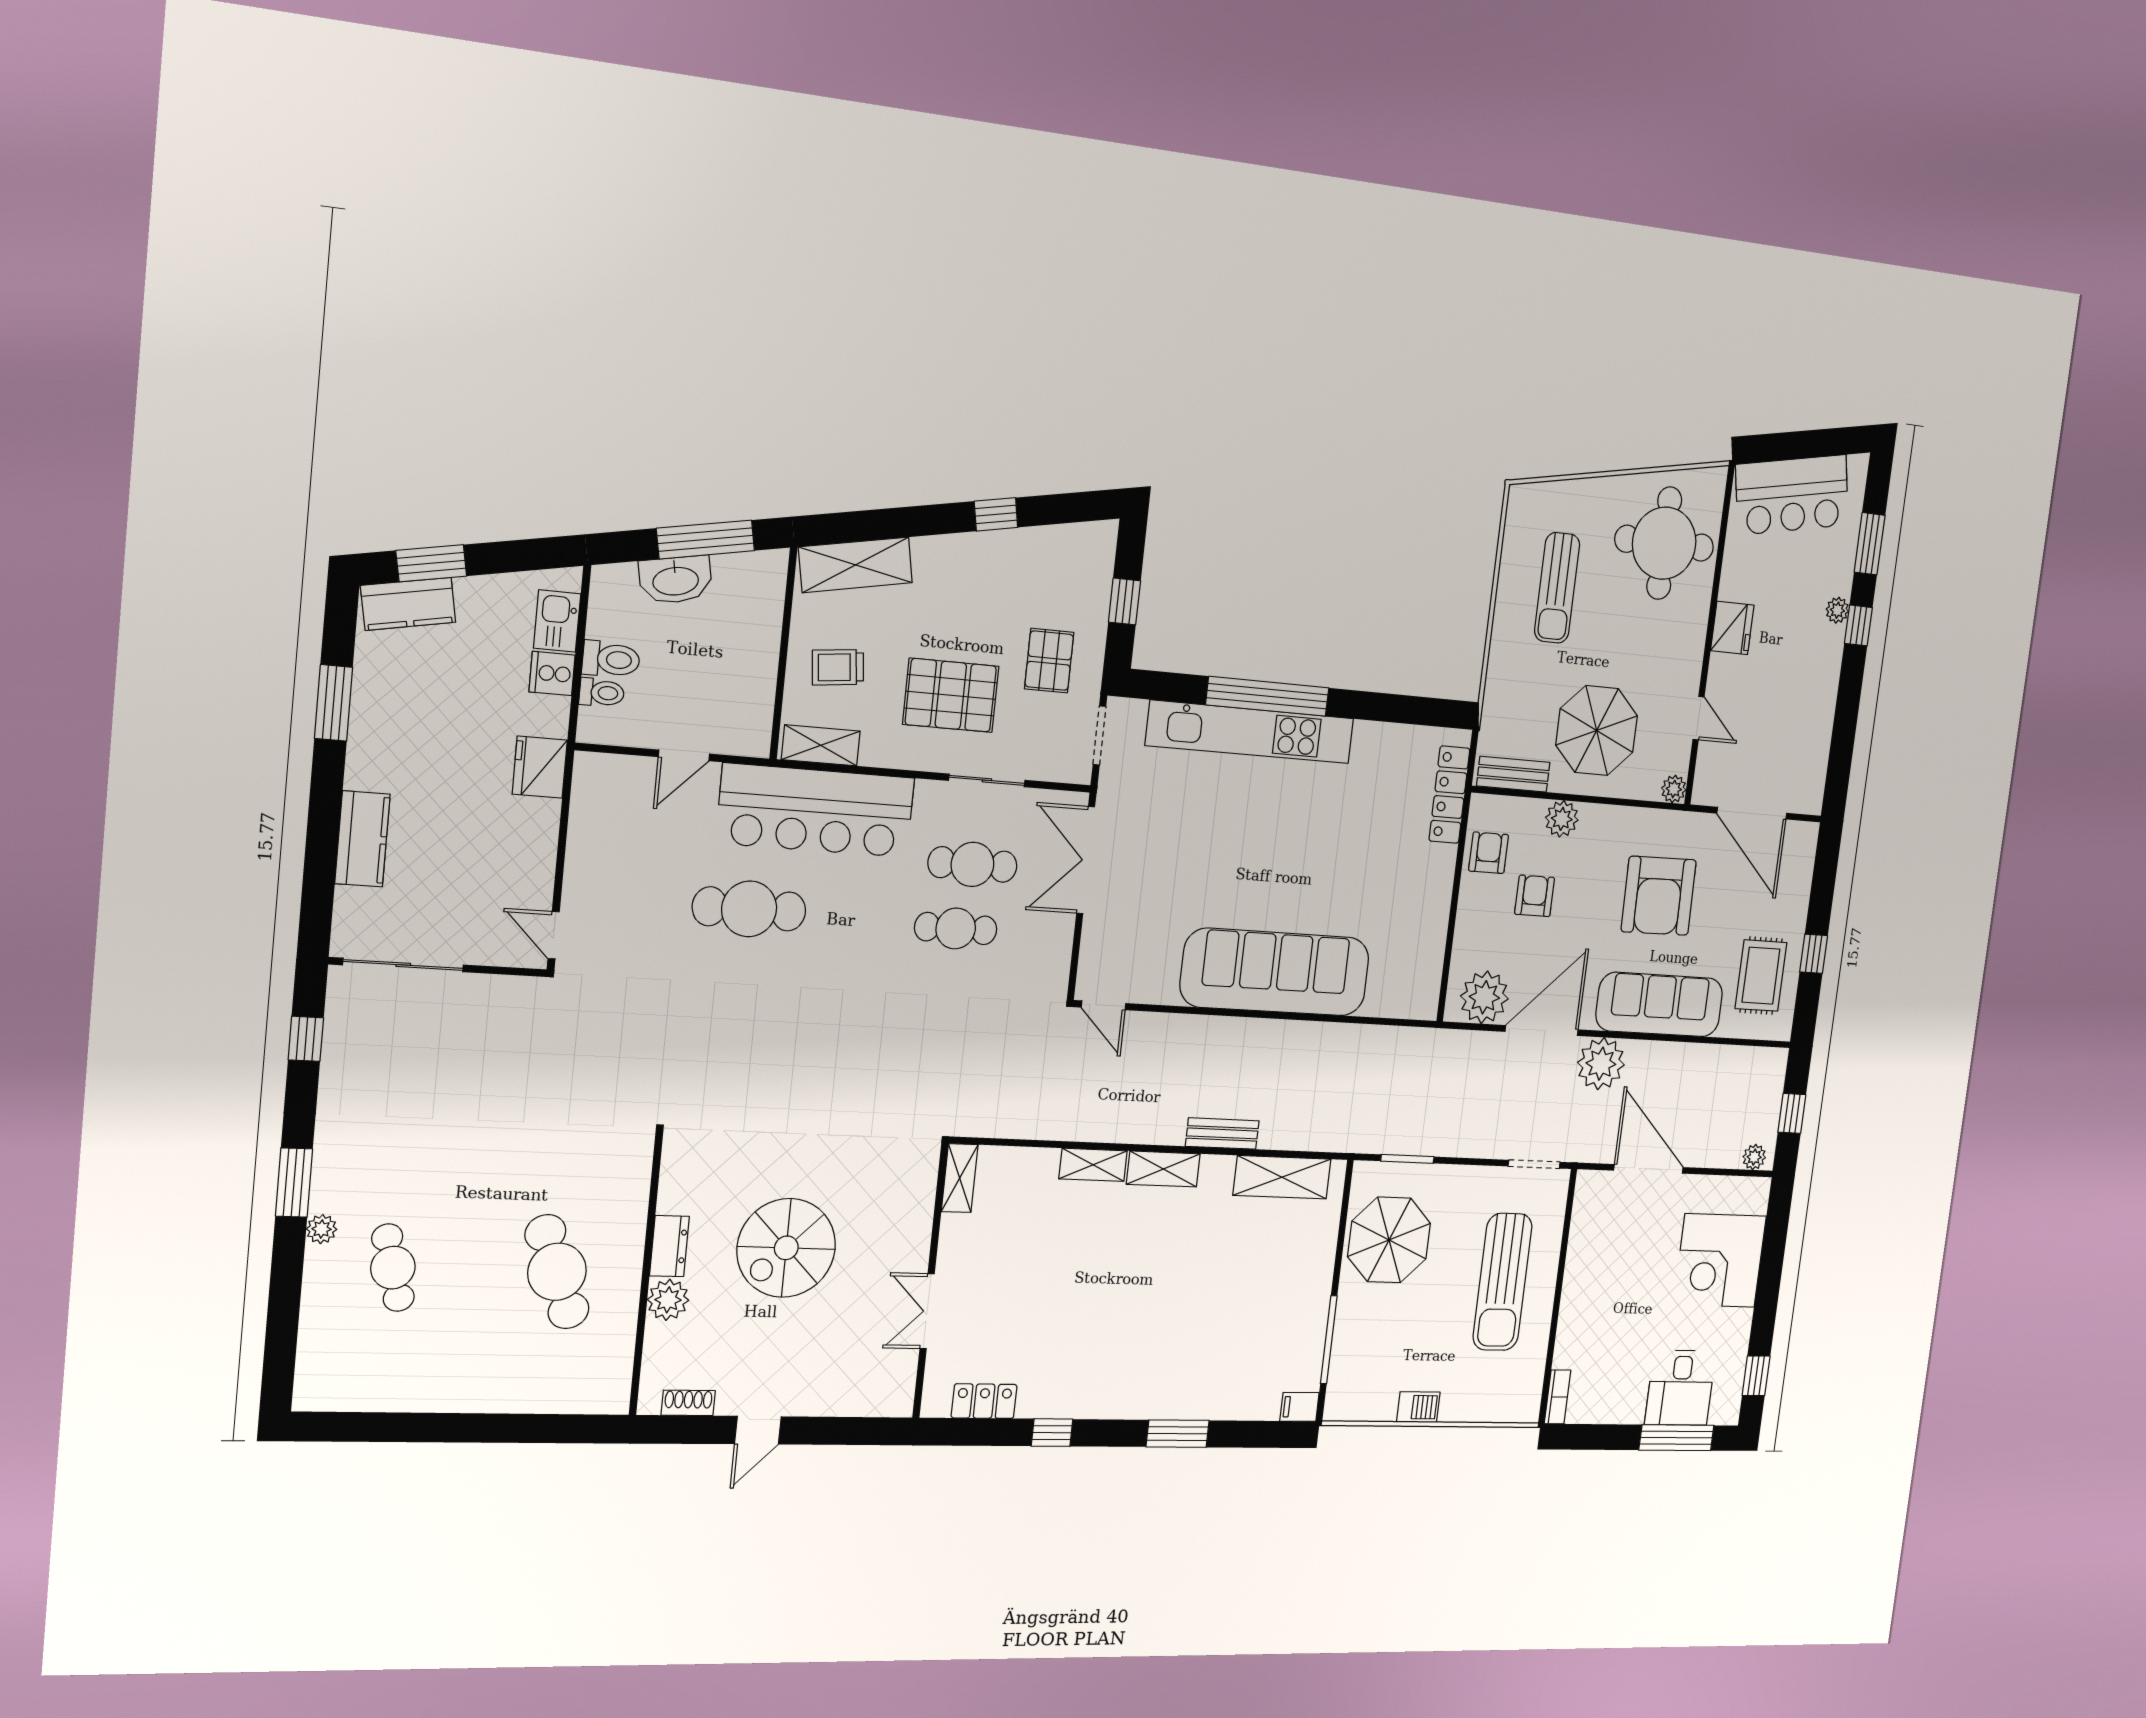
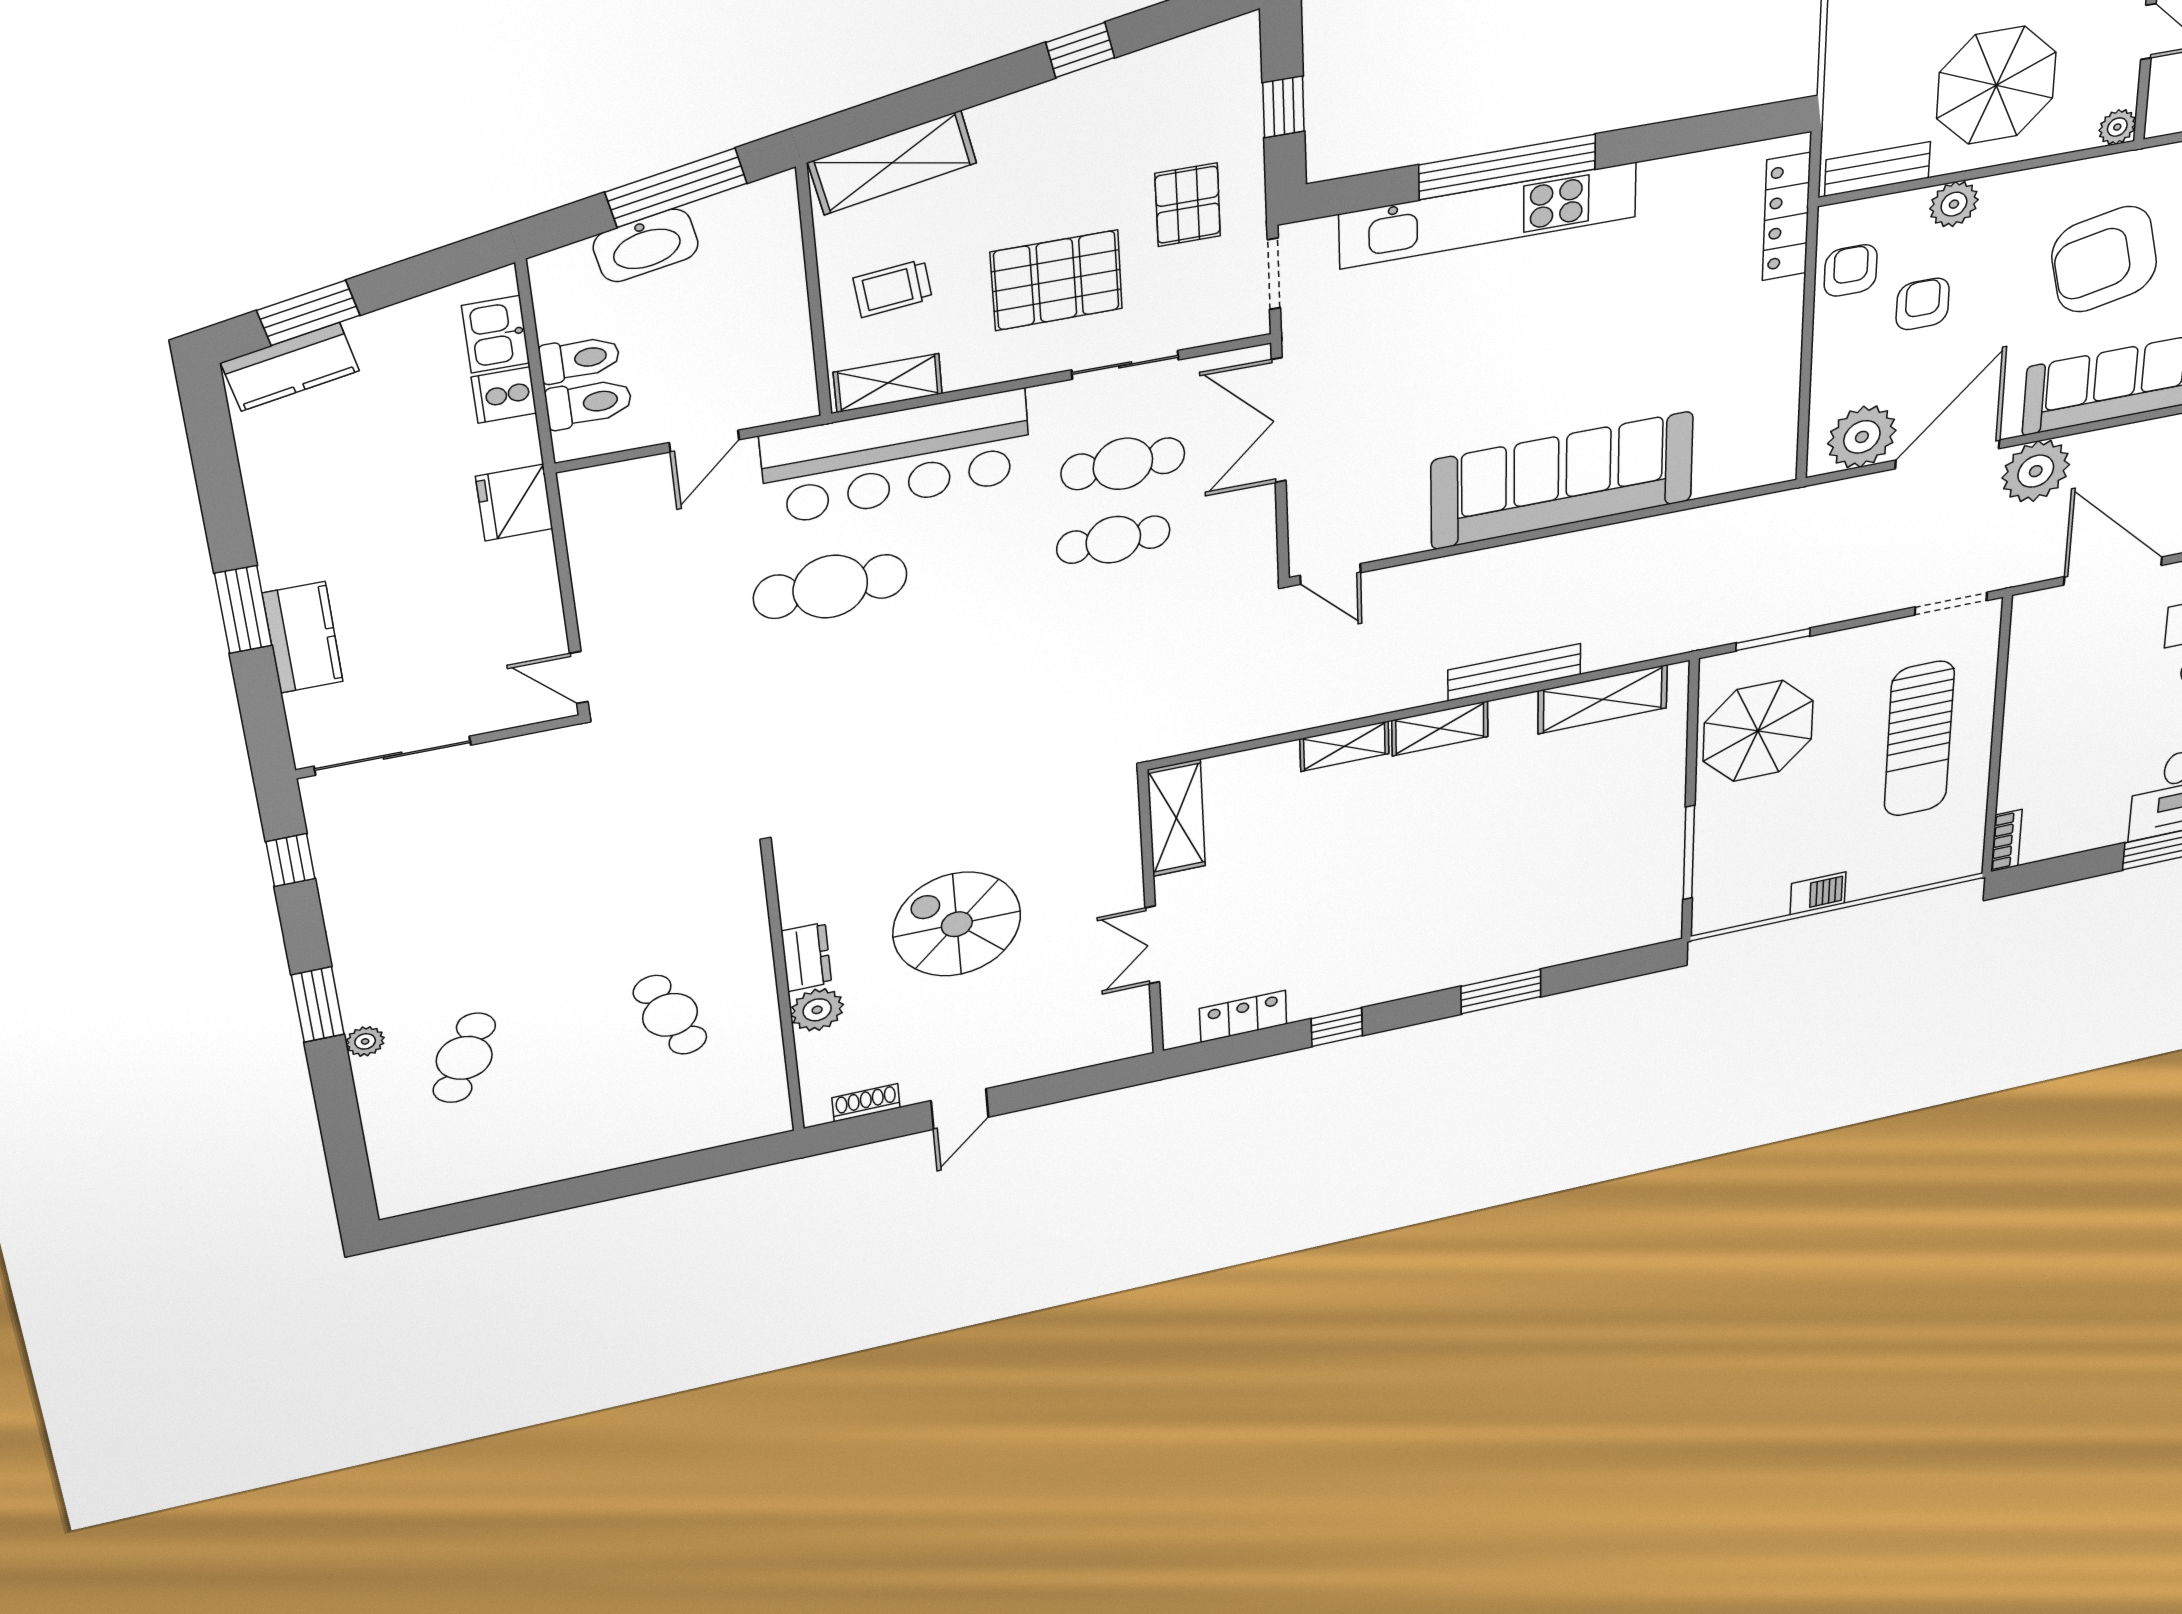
toilet: (602, 693) -> (589, 403), width x1.37, depth x1.39
window: (333, 703) -> (243, 610), moved
armchair: (1659, 896) -> (2104, 259), turned 79
bench: (1222, 1133) -> (1514, 672), width x1.36
shelving: (960, 1178) -> (1176, 818), width x1.50, depth x1.33
spiral stairs: (786, 1248) -> (957, 924), turned 90
cafe table: (393, 1268) -> (464, 1058), turned 39
cafe table: (557, 1272) -> (670, 1015), width x0.73, depth x0.74
filing cabinet: (1299, 1407) -> (1658, 929), removed

